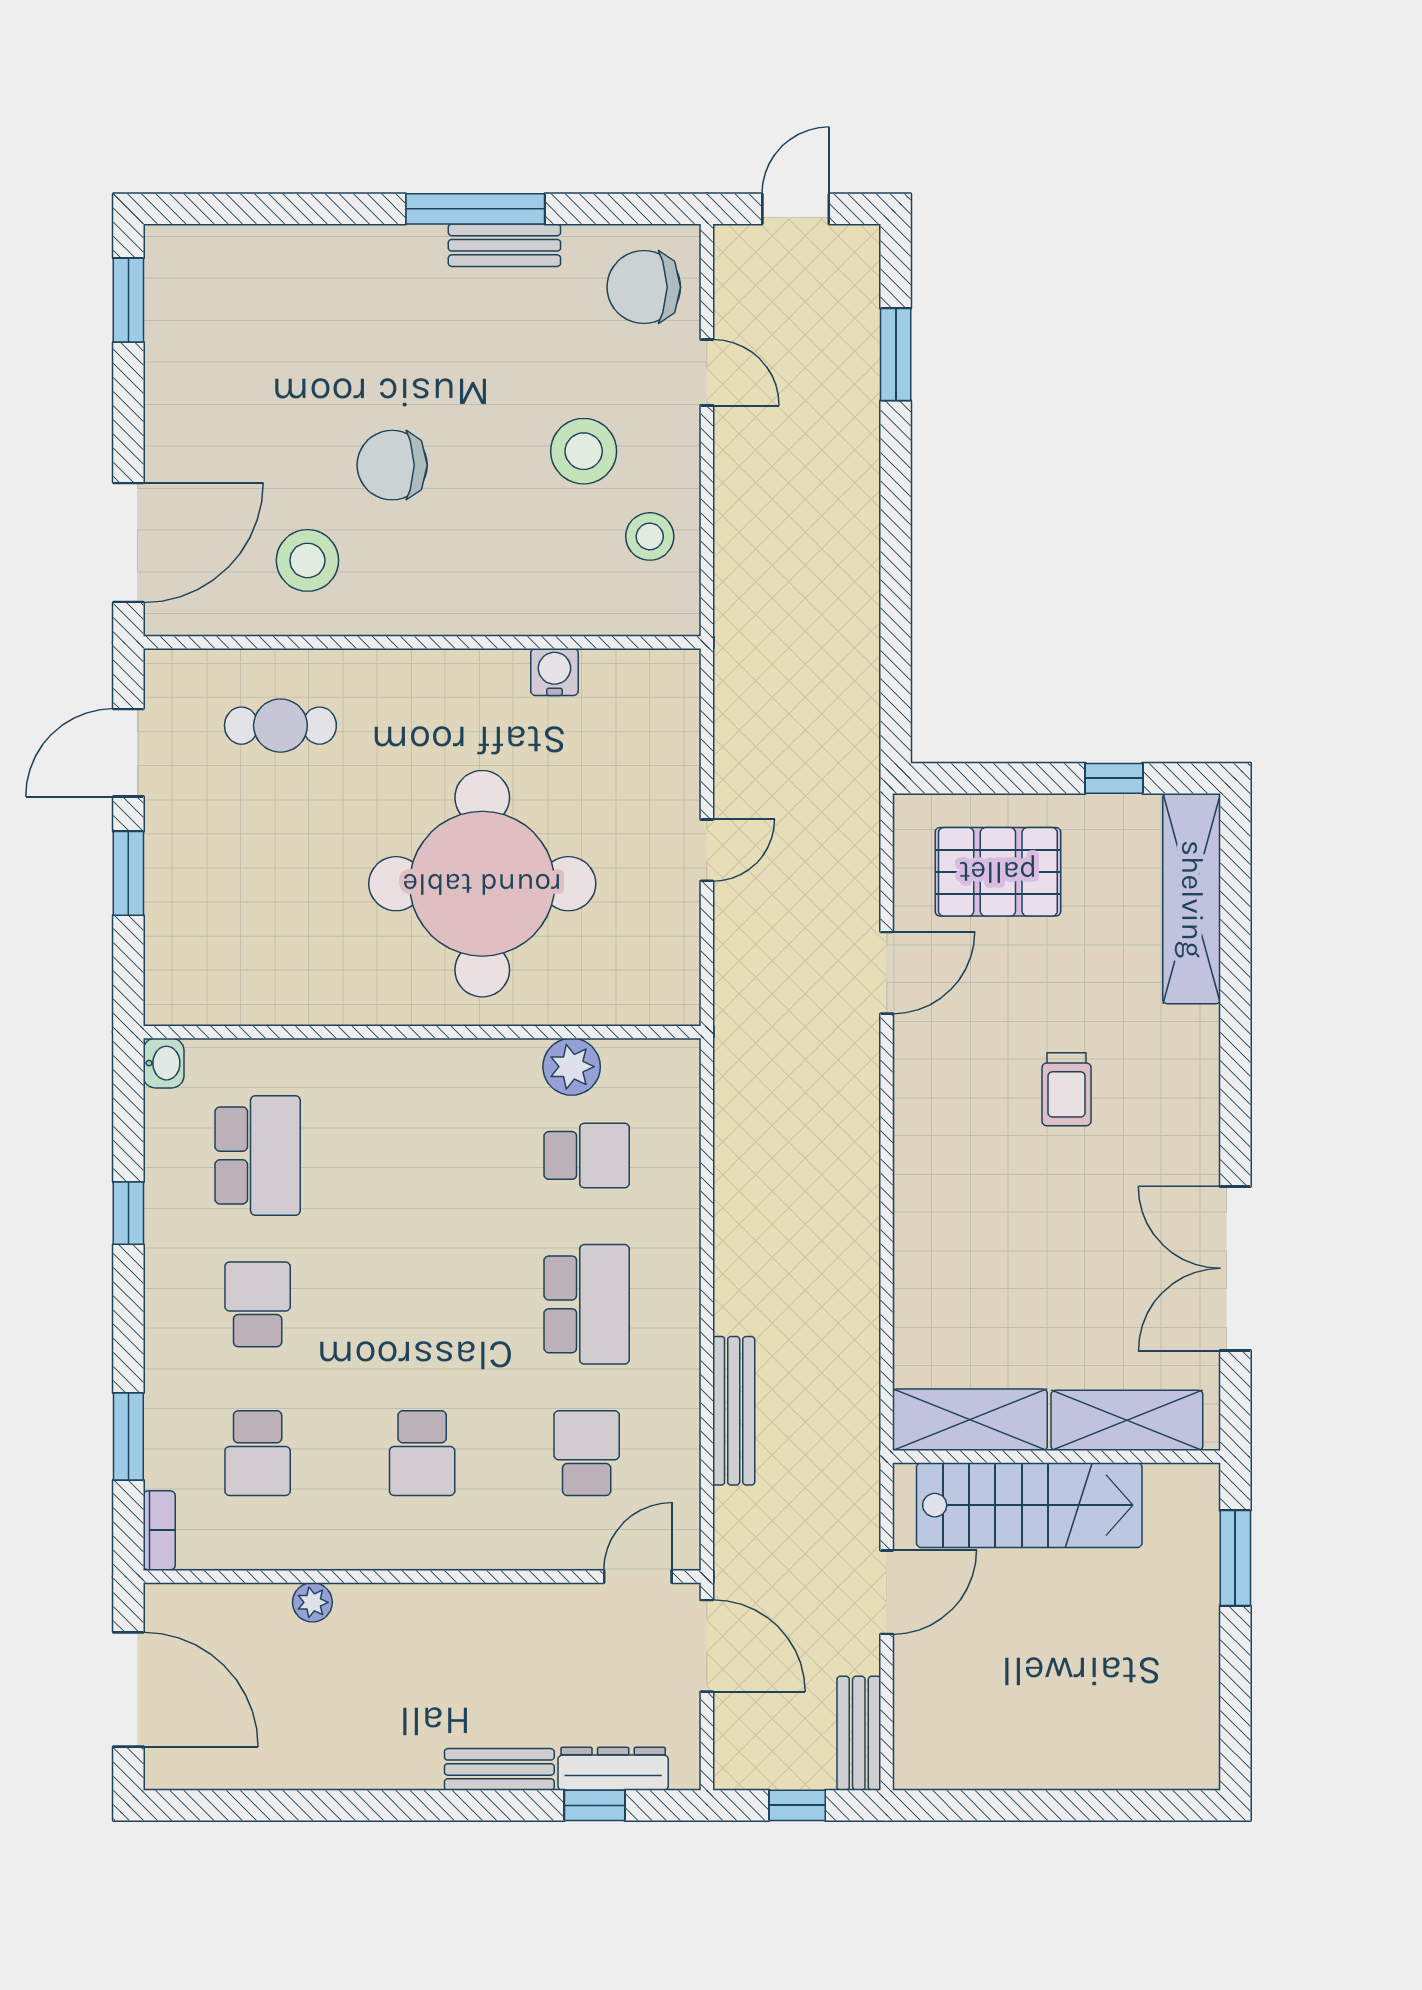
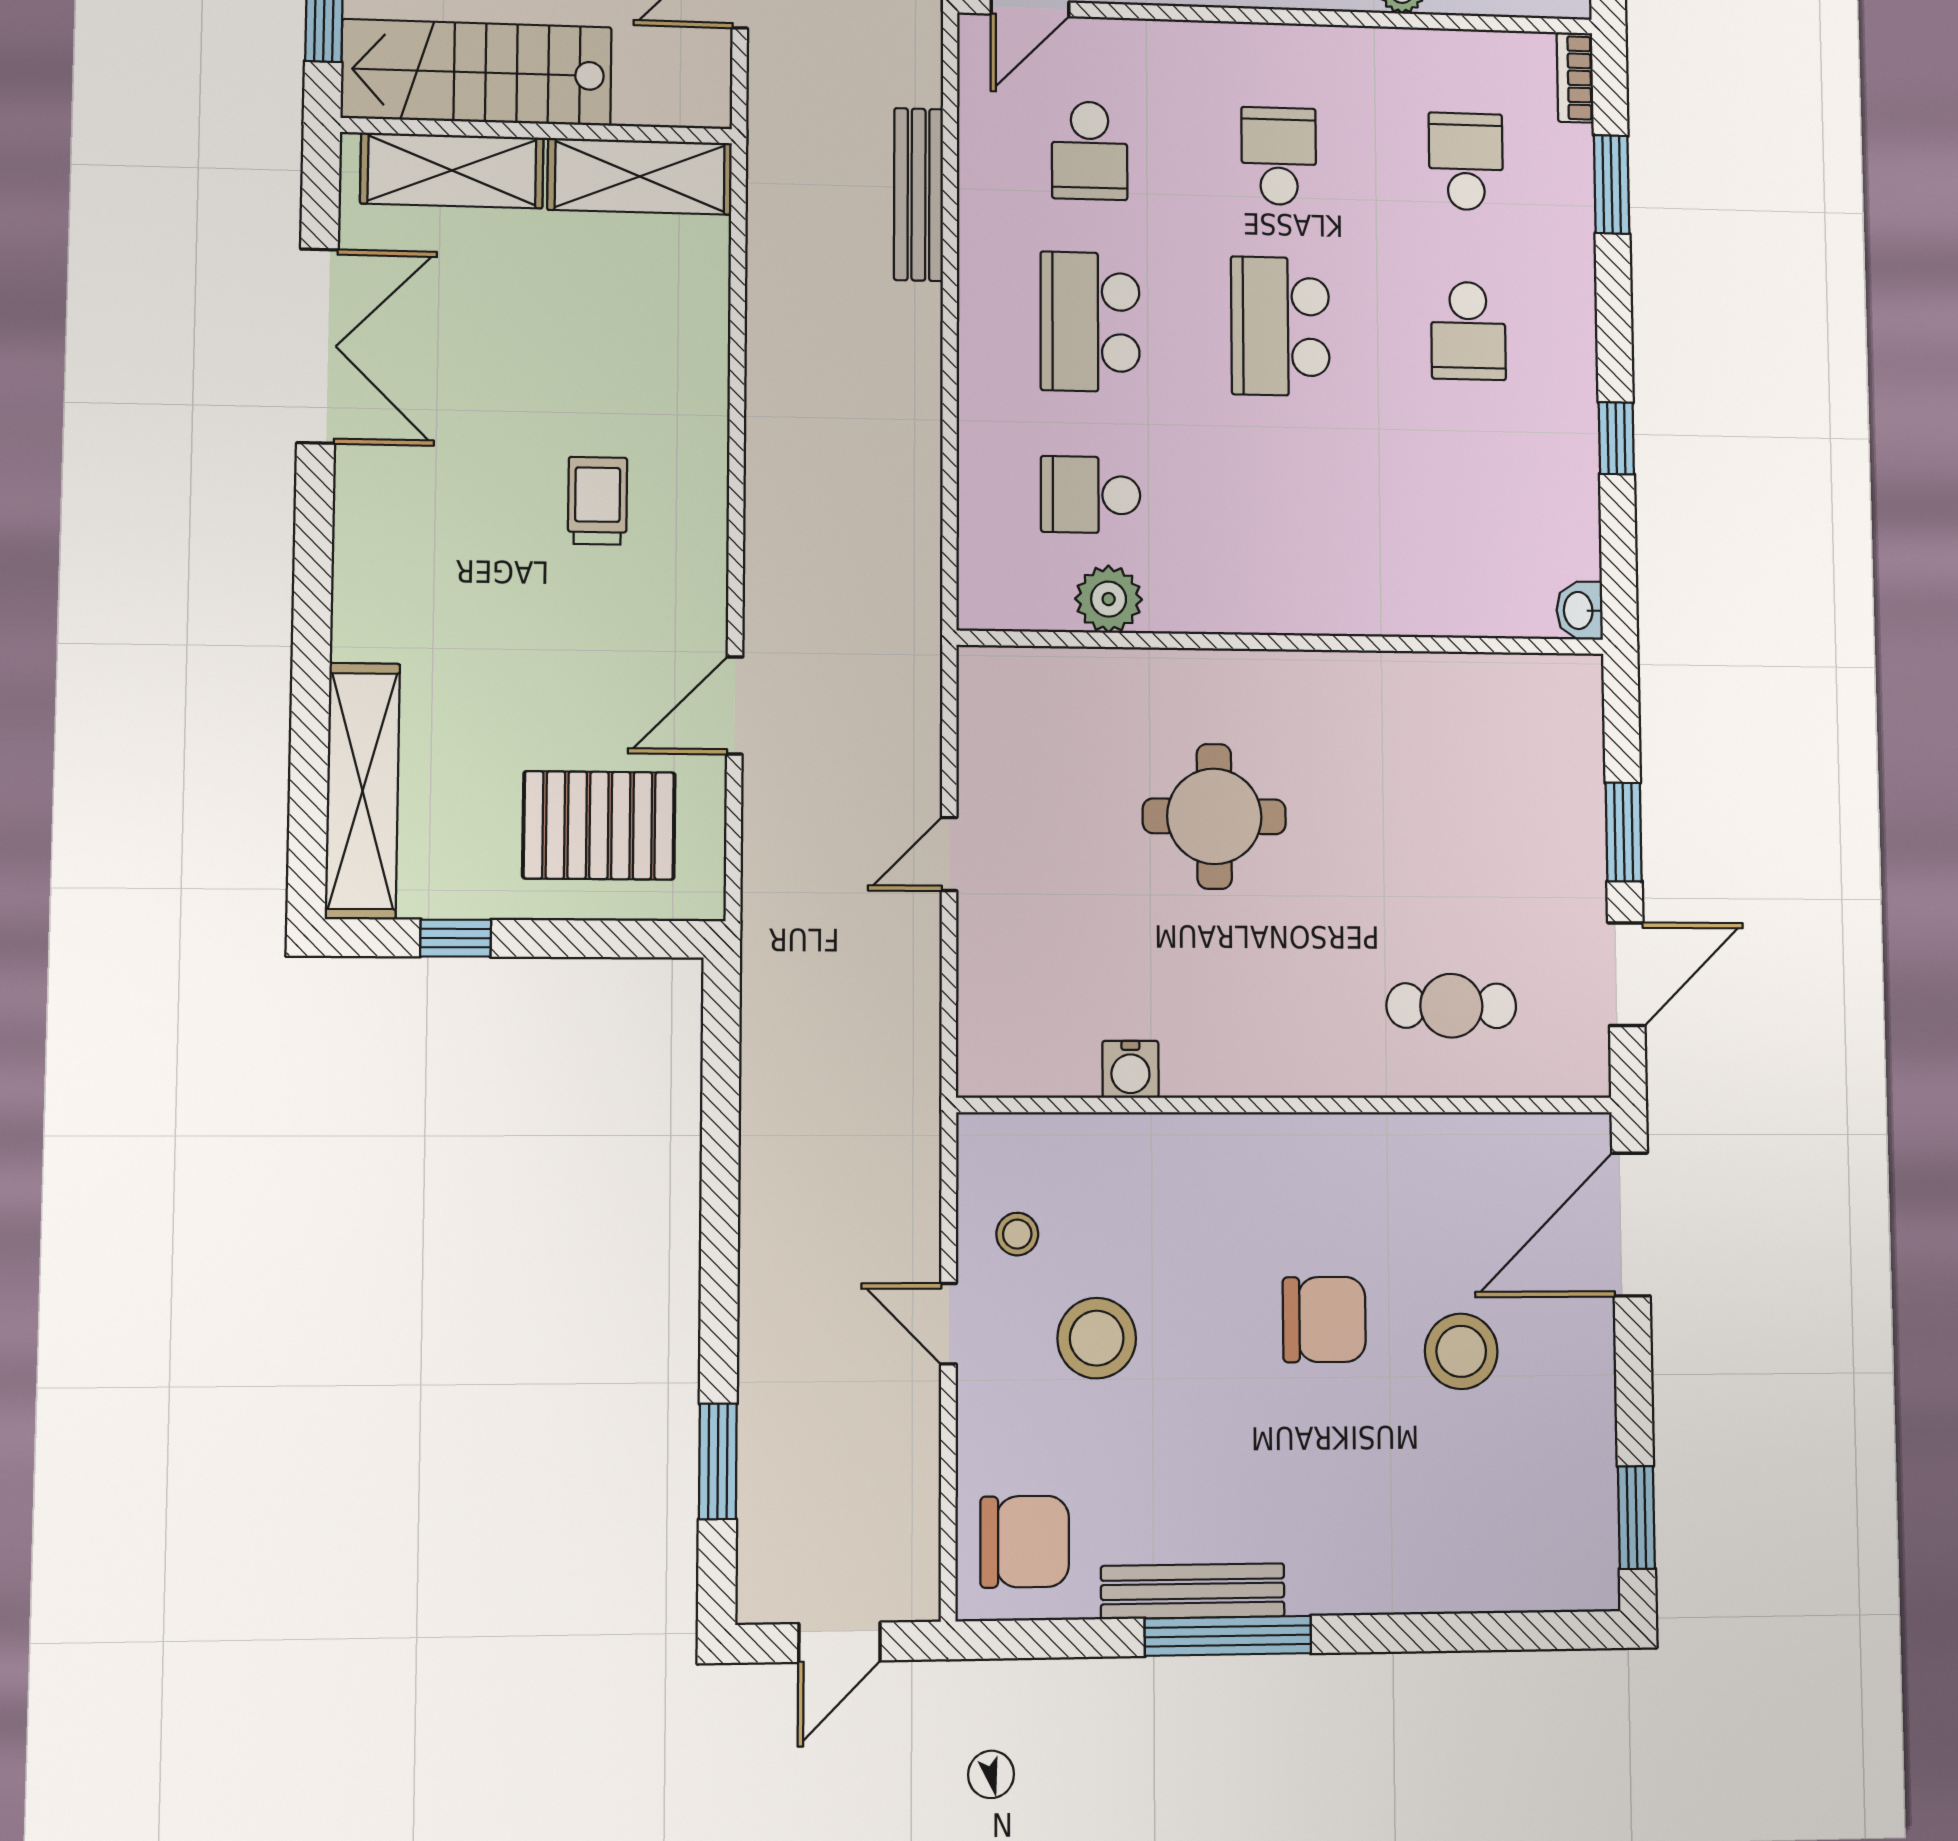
bench: (504, 245) -> (1193, 1591), width x1.36
door: (707, 372) -> (949, 1324), moved
stool: (650, 536) -> (1017, 1234), width x0.73, depth x0.73
stool: (307, 560) -> (1461, 1351), moved
round table: (482, 884) -> (1214, 816), width x0.54, depth x0.54
trolley: (1066, 1089) -> (598, 501), moved
school desk: (258, 1155) -> (1280, 326), moved
stairs: (1029, 1505) -> (477, 72), moved

